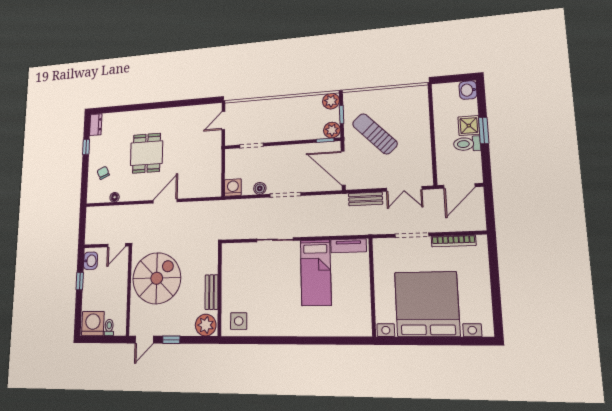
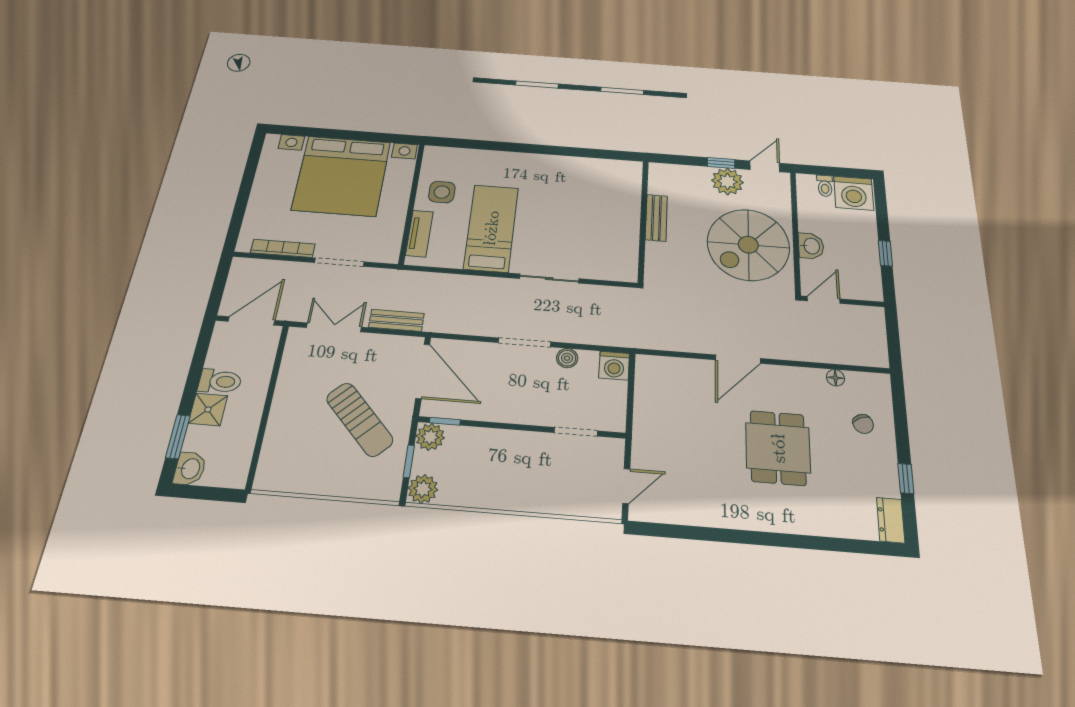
window: (484, 130) -> (178, 437), moved
tv unit: (348, 246) -> (419, 234), moved, turned 90
washbasin: (90, 261) -> (811, 246), moved, turned 180
side table: (239, 321) -> (442, 192), moved
plant: (206, 325) -> (727, 181), moved

